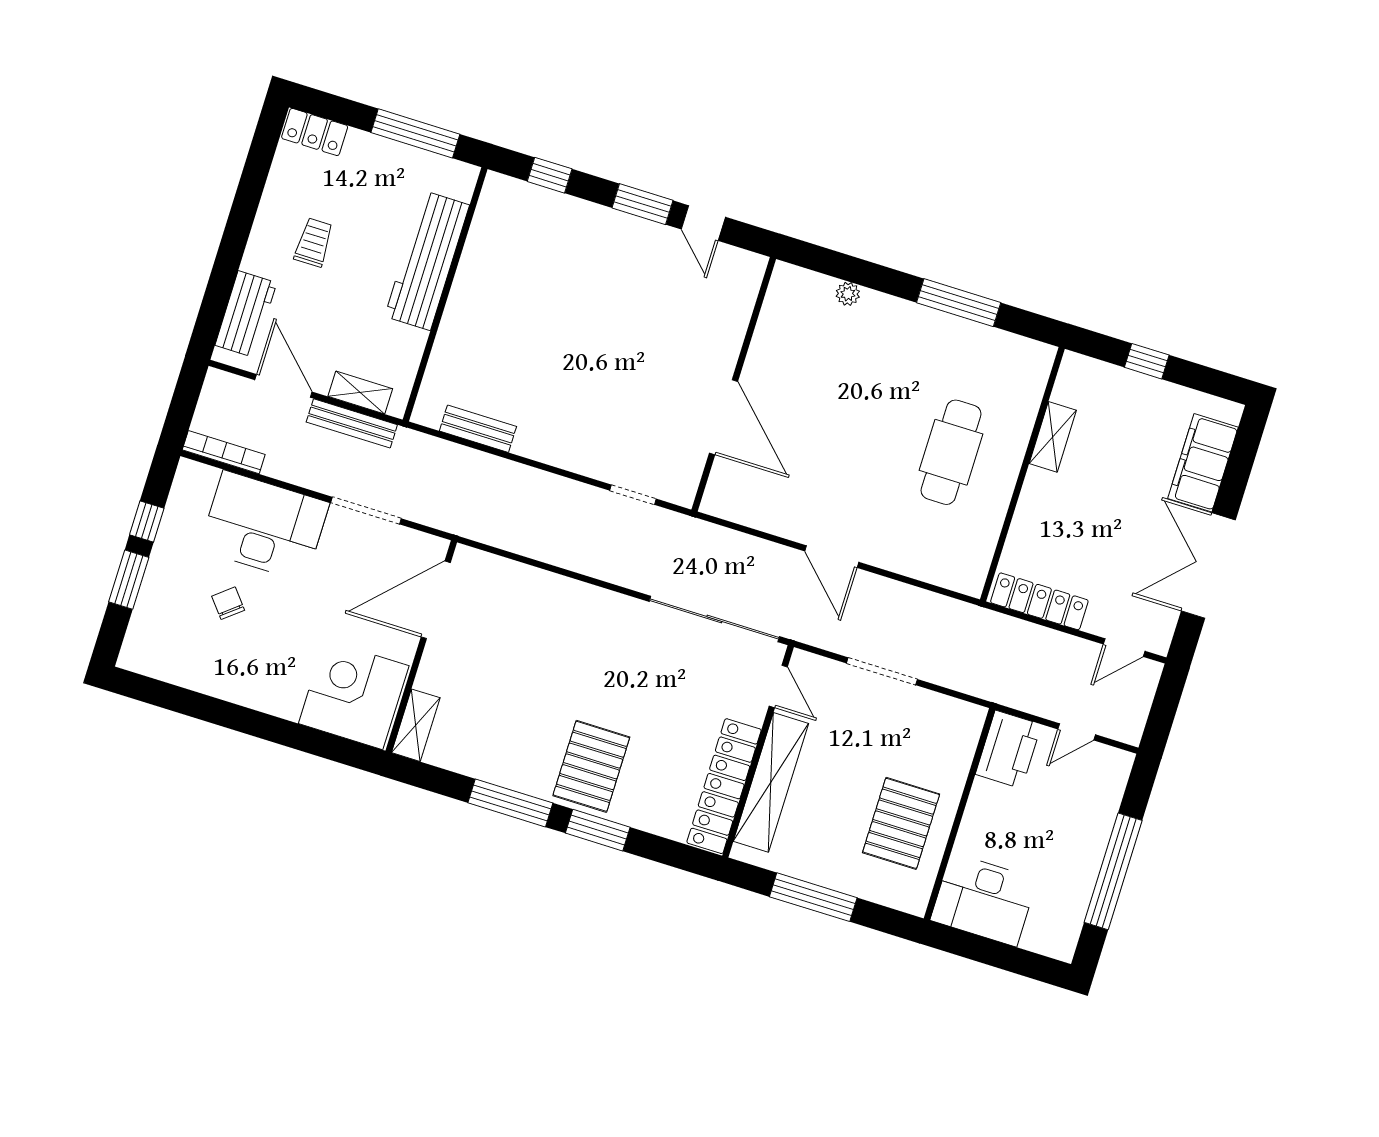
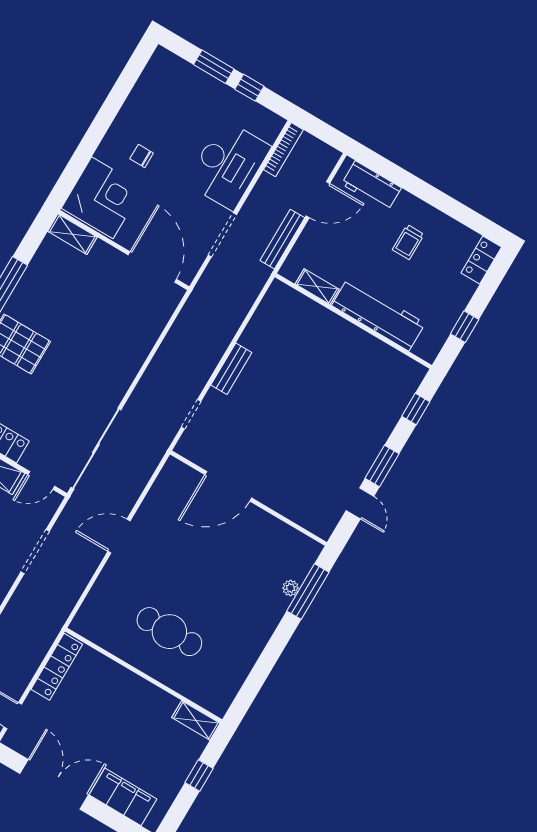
window: (415, 133) -> (465, 327), width x0.46
door: (703, 223) -> (360, 503), swing flipped
trolley: (314, 242) -> (408, 242), turned 90
window: (959, 303) -> (308, 592), moved
shelving: (360, 393) -> (317, 287), moved, turned 90
bench: (478, 429) -> (231, 369), moved
shelving: (1053, 437) -> (196, 720), moved
chair: (228, 603) -> (142, 156), moved, turned -141

